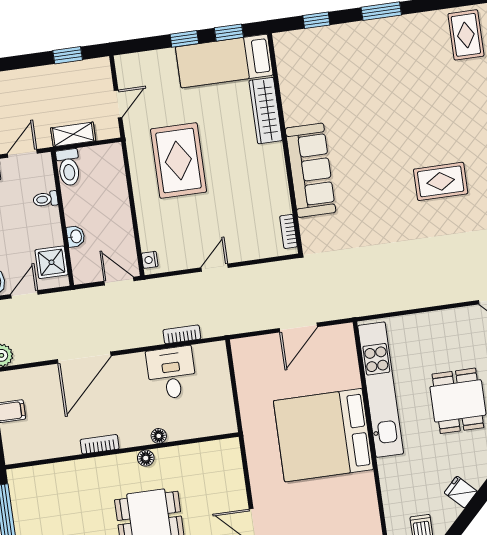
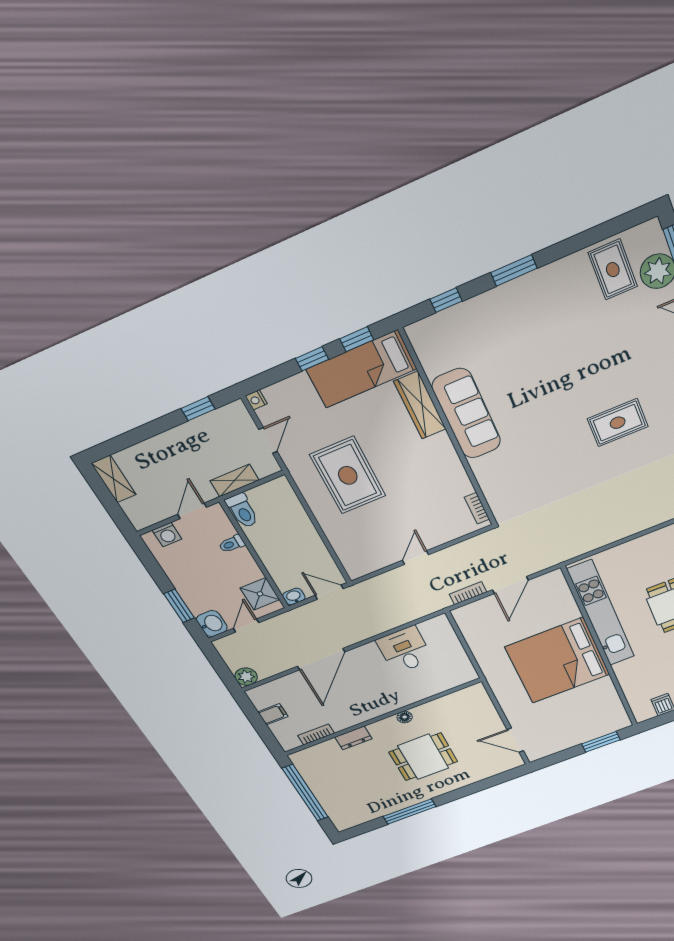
sofa: (310, 170) -> (467, 414), moved
washbasin: (76, 236) -> (294, 597), moved, turned -90
nightstand: (150, 260) -> (256, 400), moved
bookcase: (182, 334) -> (468, 593), moved
floor lamp: (159, 436) -> (410, 699), removed
bookcase: (100, 444) -> (316, 734), moved
dresser: (84, 469) -> (353, 738), added

